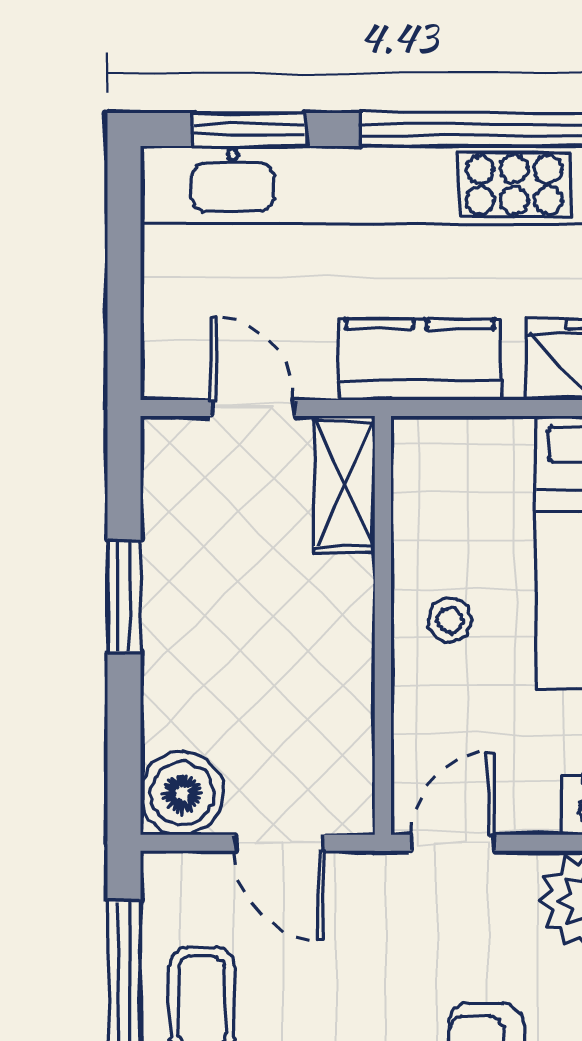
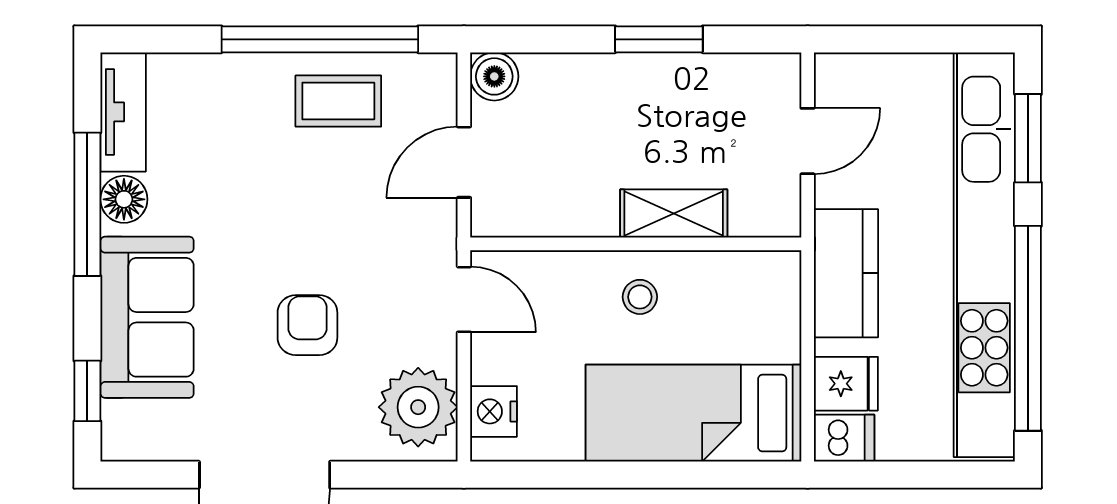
shelving: (344, 484) -> (674, 214), moved
boiler: (182, 793) -> (494, 76), width x0.73, depth x0.73

